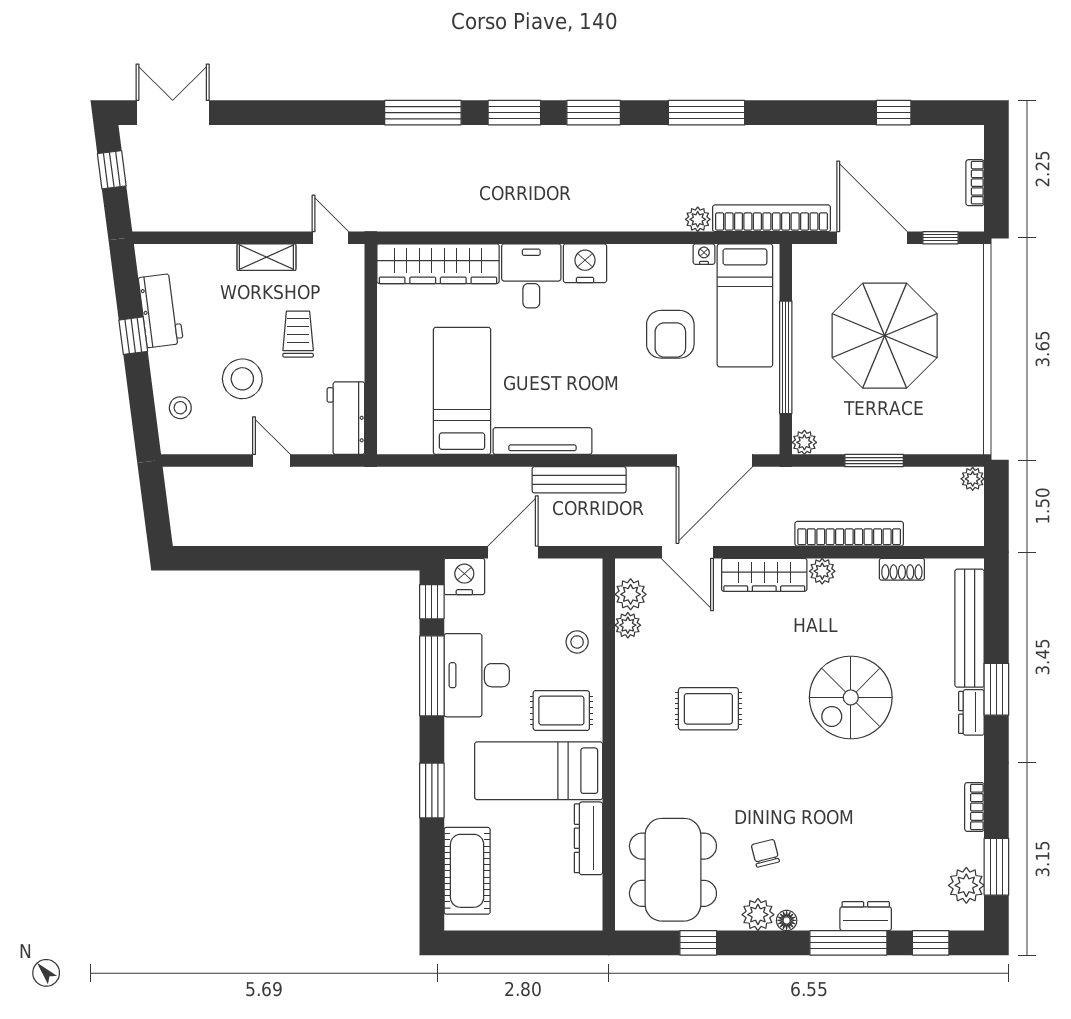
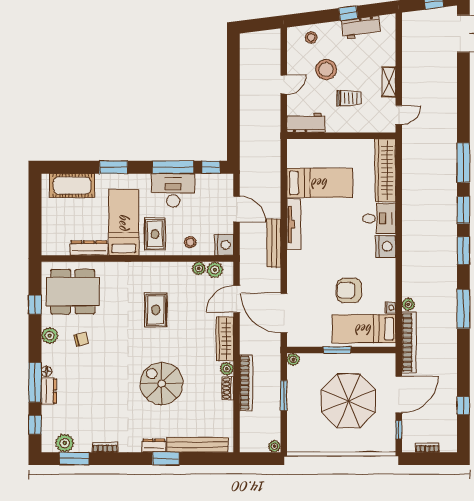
window: (786, 357) -> (337, 350), width x0.47
shoe rack: (902, 569) -> (228, 388), moved
nightstand: (464, 576) -> (224, 245), moved
floor lamp: (787, 920) -> (47, 371), moved

